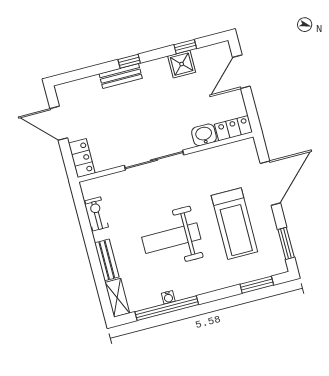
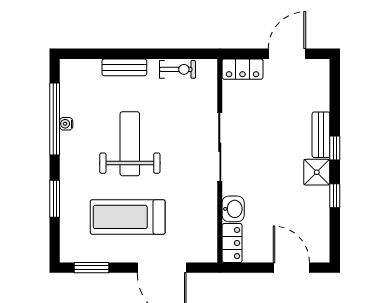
window: (185, 47) -> (335, 196), moved
shower: (182, 64) -> (317, 172), moved
window: (257, 285) -> (55, 199), moved
shelving: (117, 298) -> (80, 68), removed

